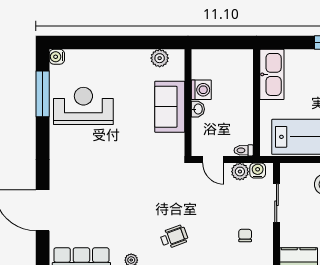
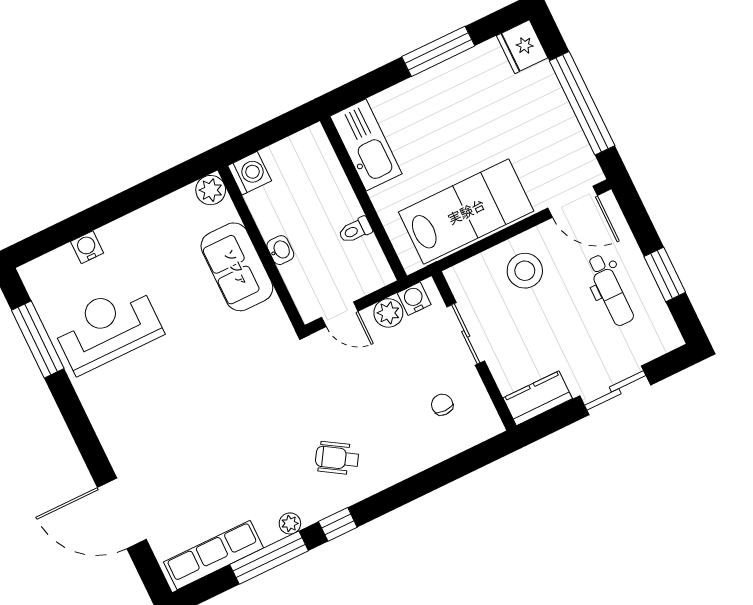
water cooler: (57, 57) -> (87, 247), moved, turned 90
plant: (160, 58) -> (211, 190), moved
washing machine: (201, 90) -> (250, 173), moved
toilet: (244, 150) -> (355, 230), moved
wheelchair: (174, 237) -> (337, 458), turned -128

